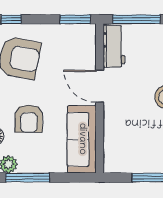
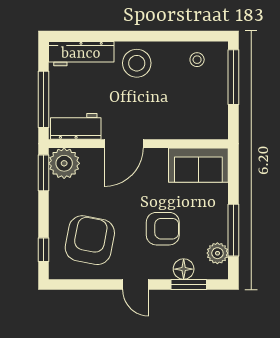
plant: (83, 37) -> (64, 163), added
sofa: (82, 139) -> (198, 165), width x0.73

